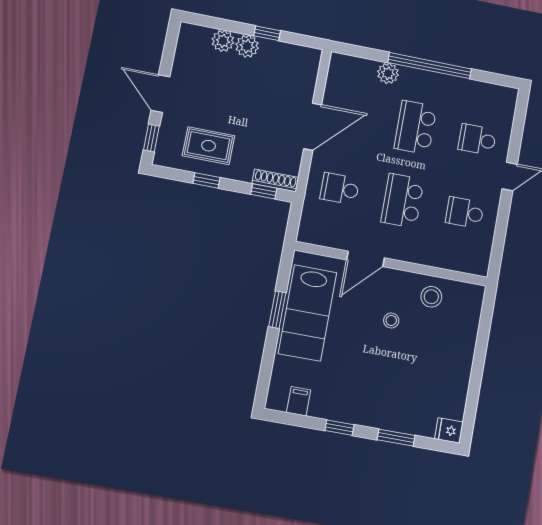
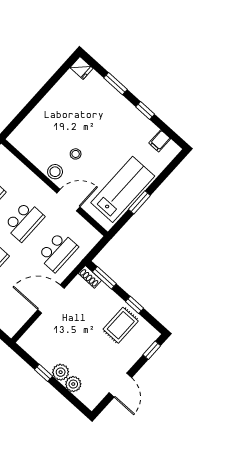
door: (160, 94) -> (120, 385), moved
rug: (208, 146) -> (121, 325), turned 90
shoe rack: (275, 180) -> (90, 277), width x0.70
school desk: (340, 189) -> (58, 252), width x1.85
window: (264, 191) -> (104, 278), width x1.50
stool: (431, 297) -> (55, 172), moved

